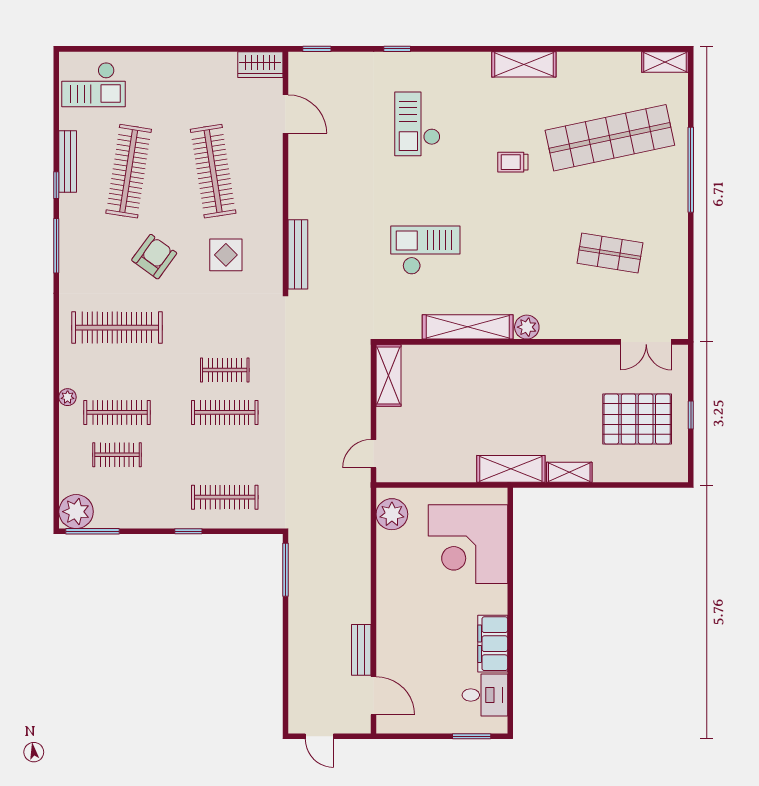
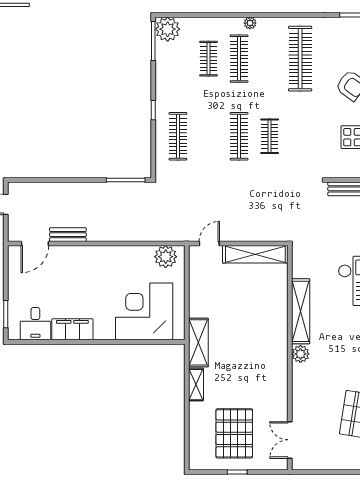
shelving: (389, 375) -> (255, 254), width x1.47
door: (374, 454) -> (209, 243), hinge flipped

